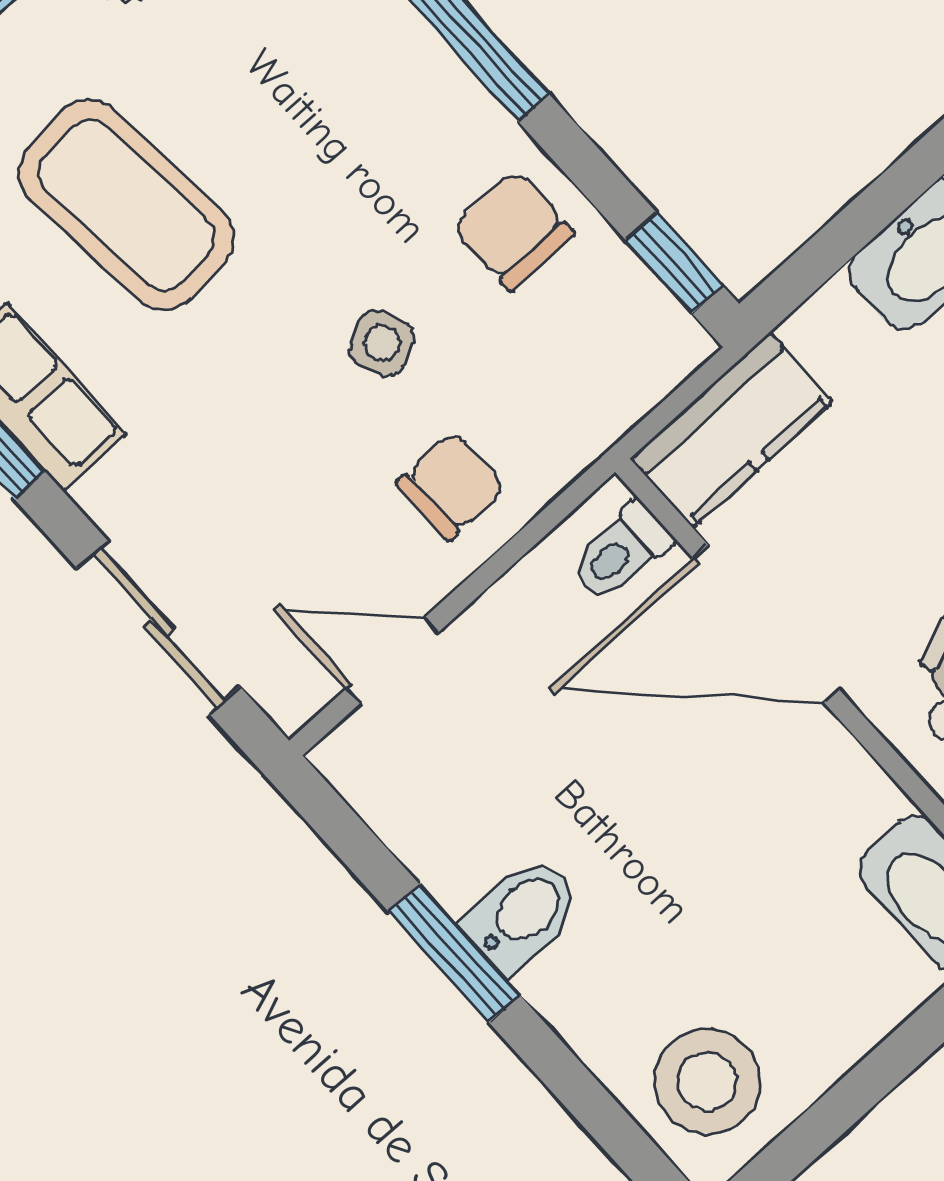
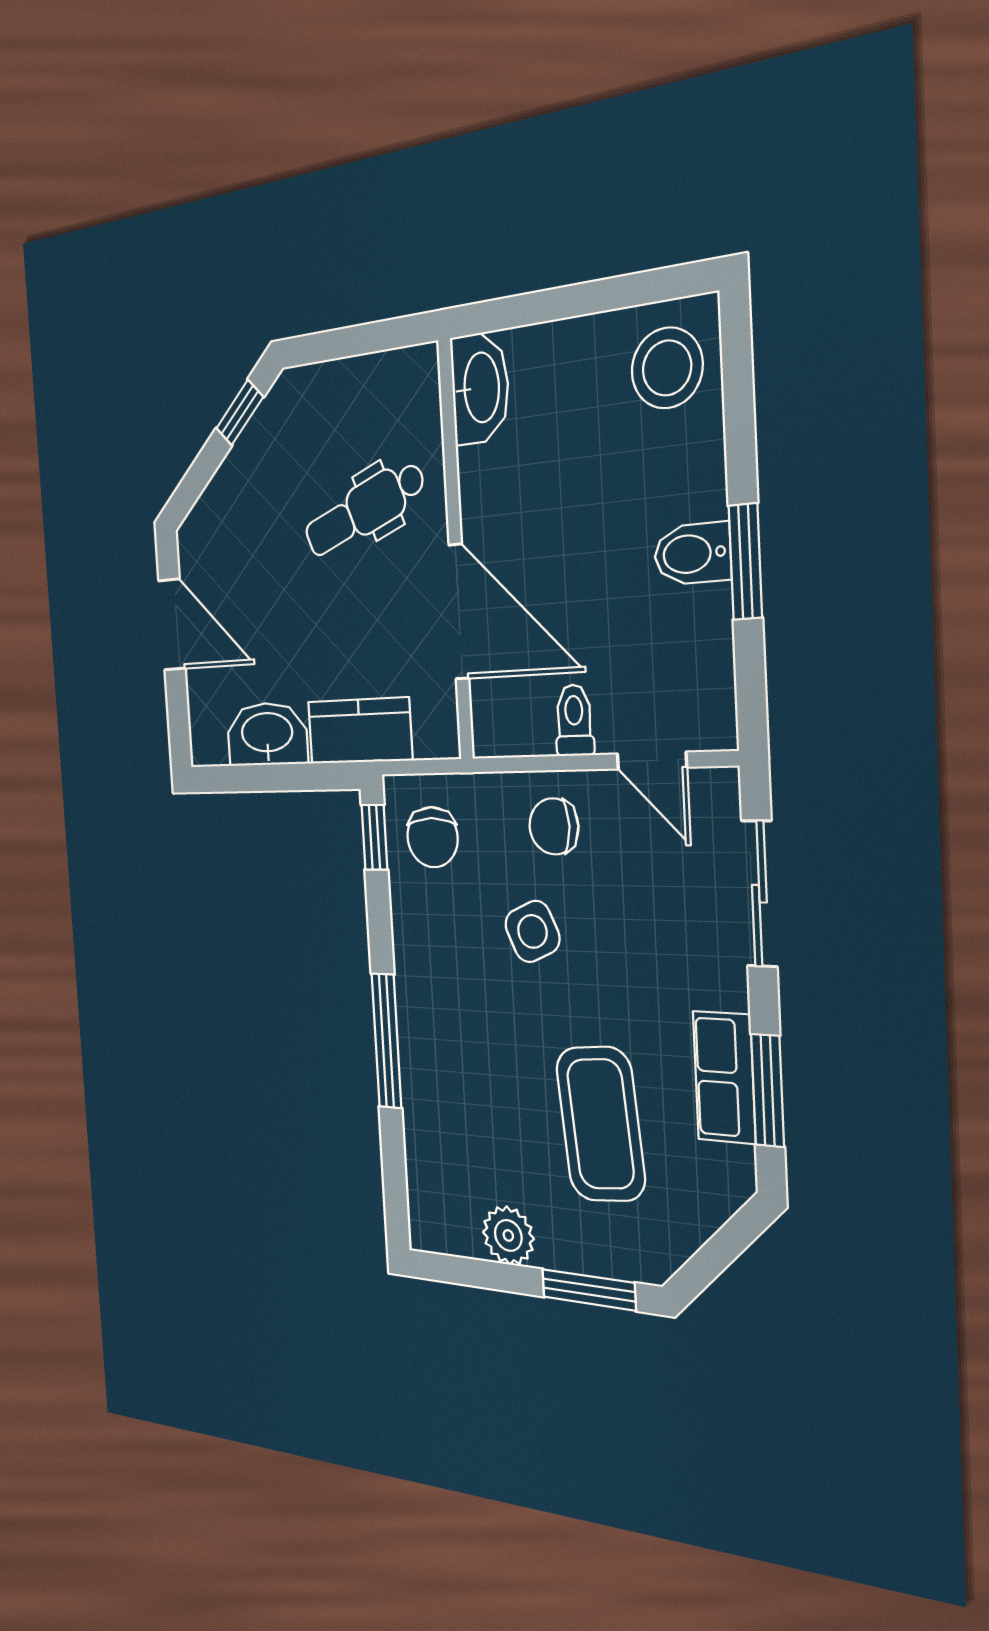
chair: (513, 230) -> (432, 837), moved
side table: (382, 343) -> (532, 931), width x1.37, depth x1.37
kitchen counter: (731, 430) -> (360, 731), moved
toilet: (621, 552) -> (574, 720), moved, turned -90

